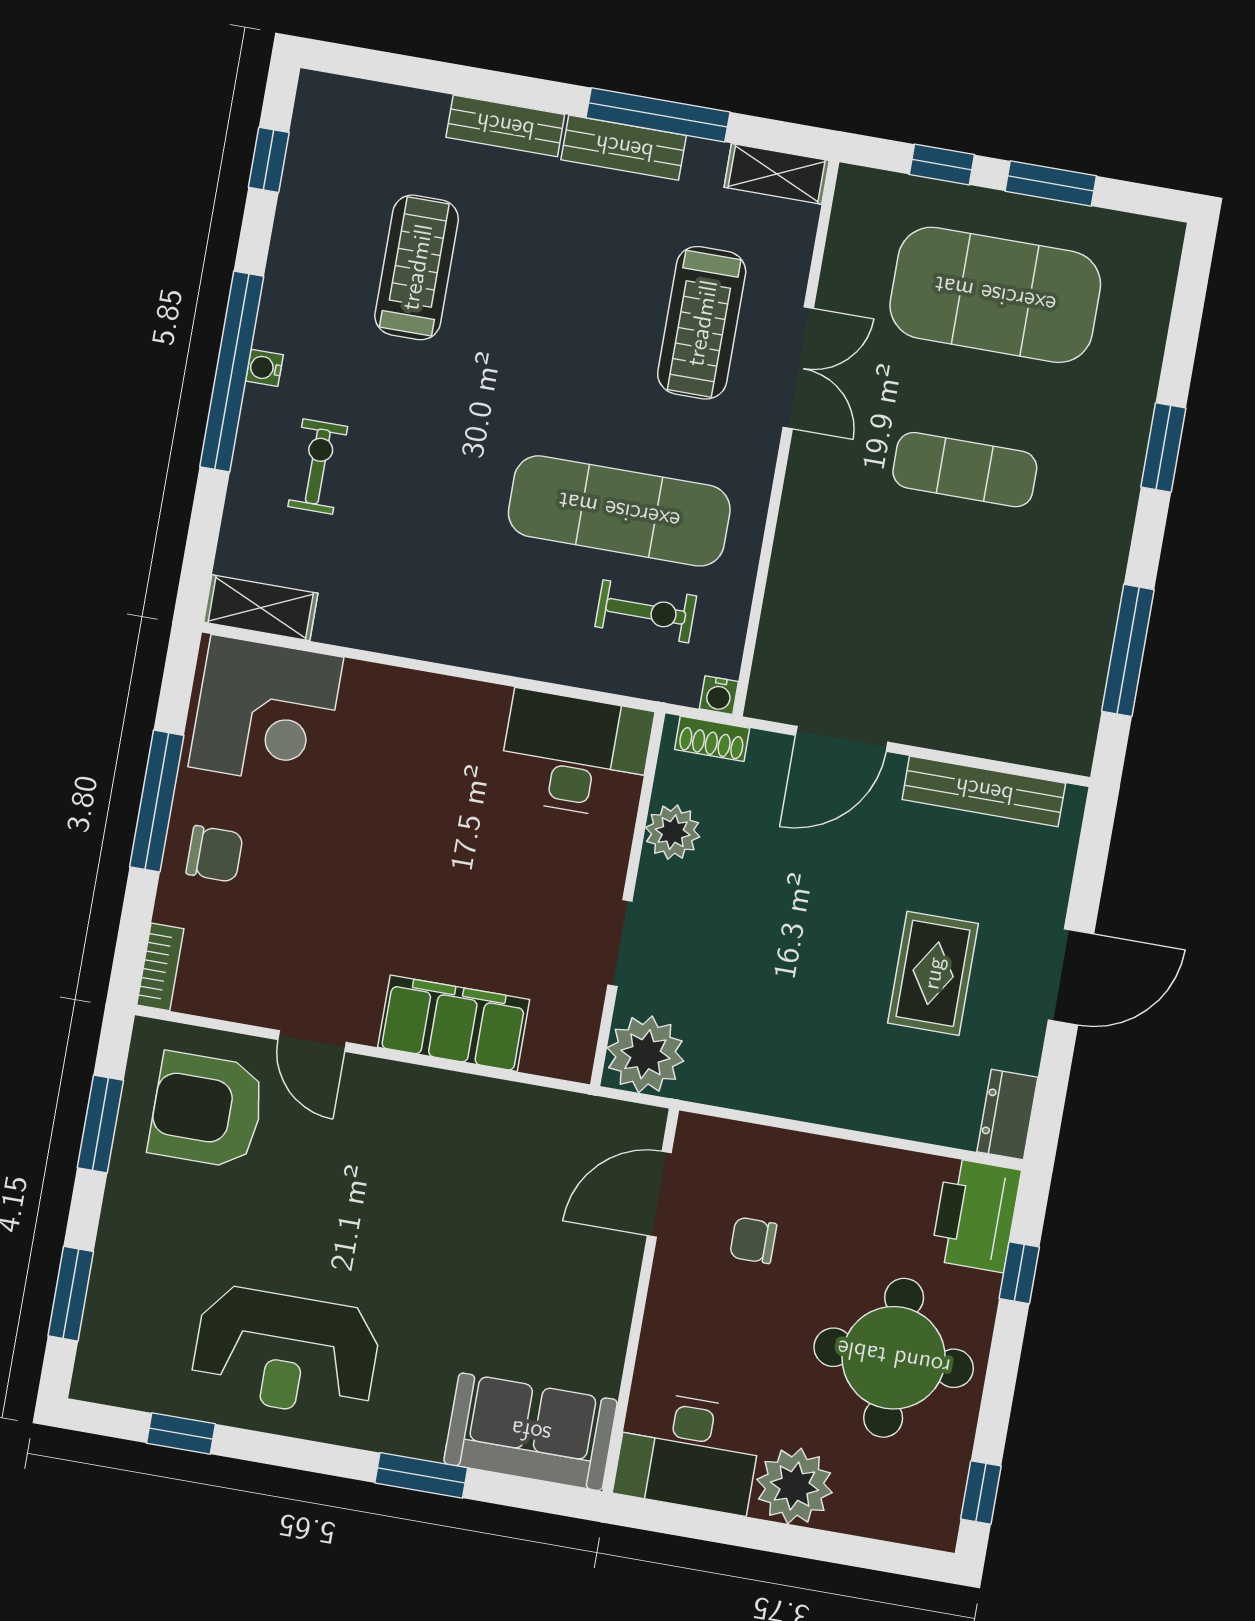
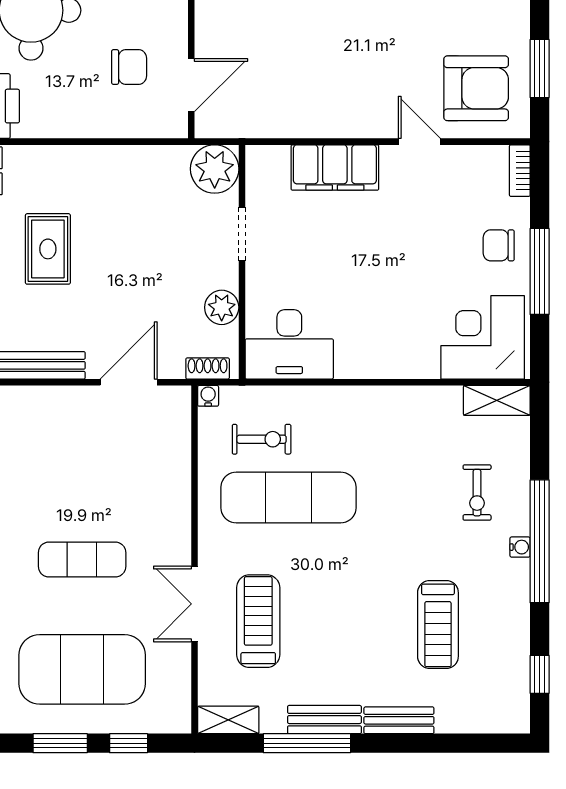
exercise bike: (646, 611) -> (262, 439), turned 180
chair: (753, 1240) -> (129, 67), width x1.37, depth x1.37

